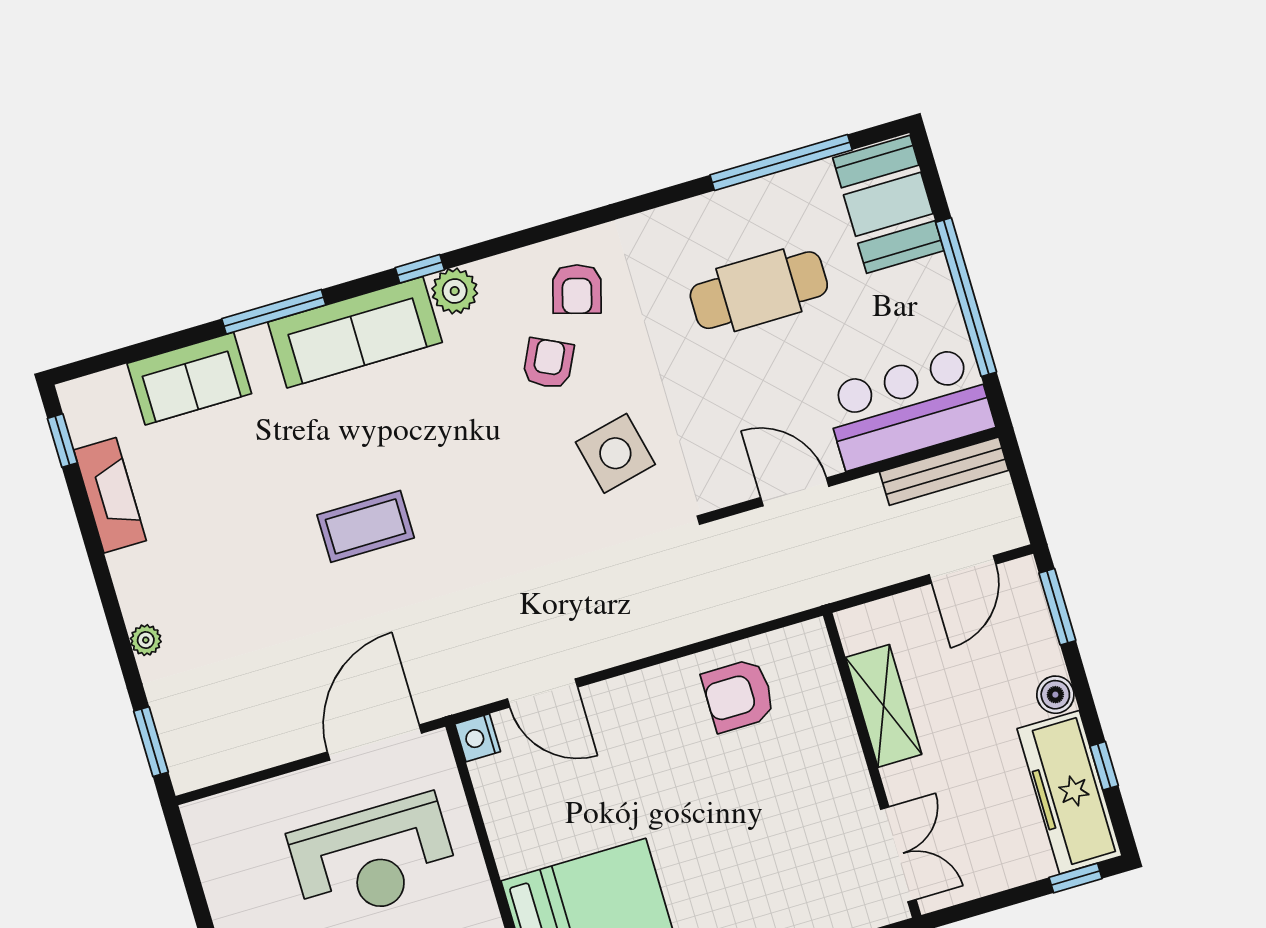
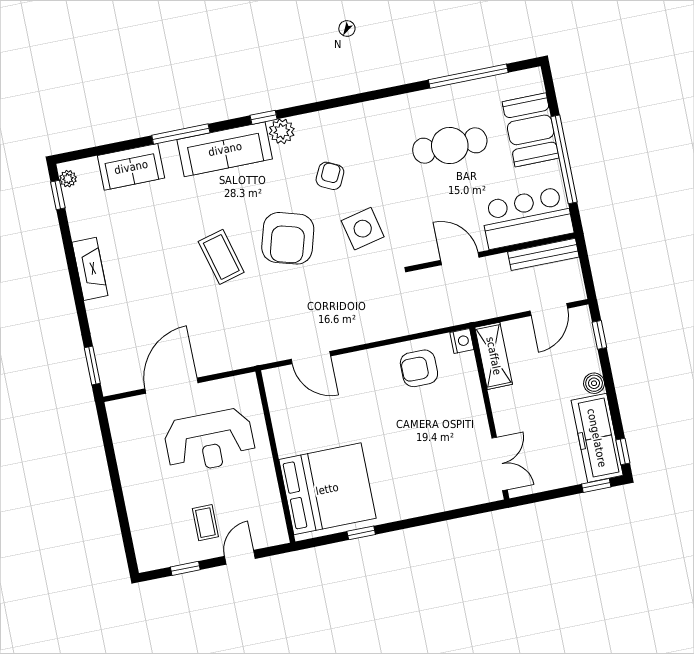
booth: (888, 204) -> (531, 130), moved
armchair: (577, 289) -> (288, 238), moved, width x1.88, depth x1.88
fireplace: (110, 495) -> (90, 269), moved
coffee table: (366, 526) -> (221, 257), turned 75
window: (1057, 607) -> (599, 335), width x0.67
plant: (146, 640) -> (68, 179), moved
shelving: (884, 706) -> (494, 356), moved
nightstand: (478, 738) -> (462, 341), moved, turned 180
door: (374, 742) -> (171, 386), moved
window: (1104, 766) -> (623, 451), moved

